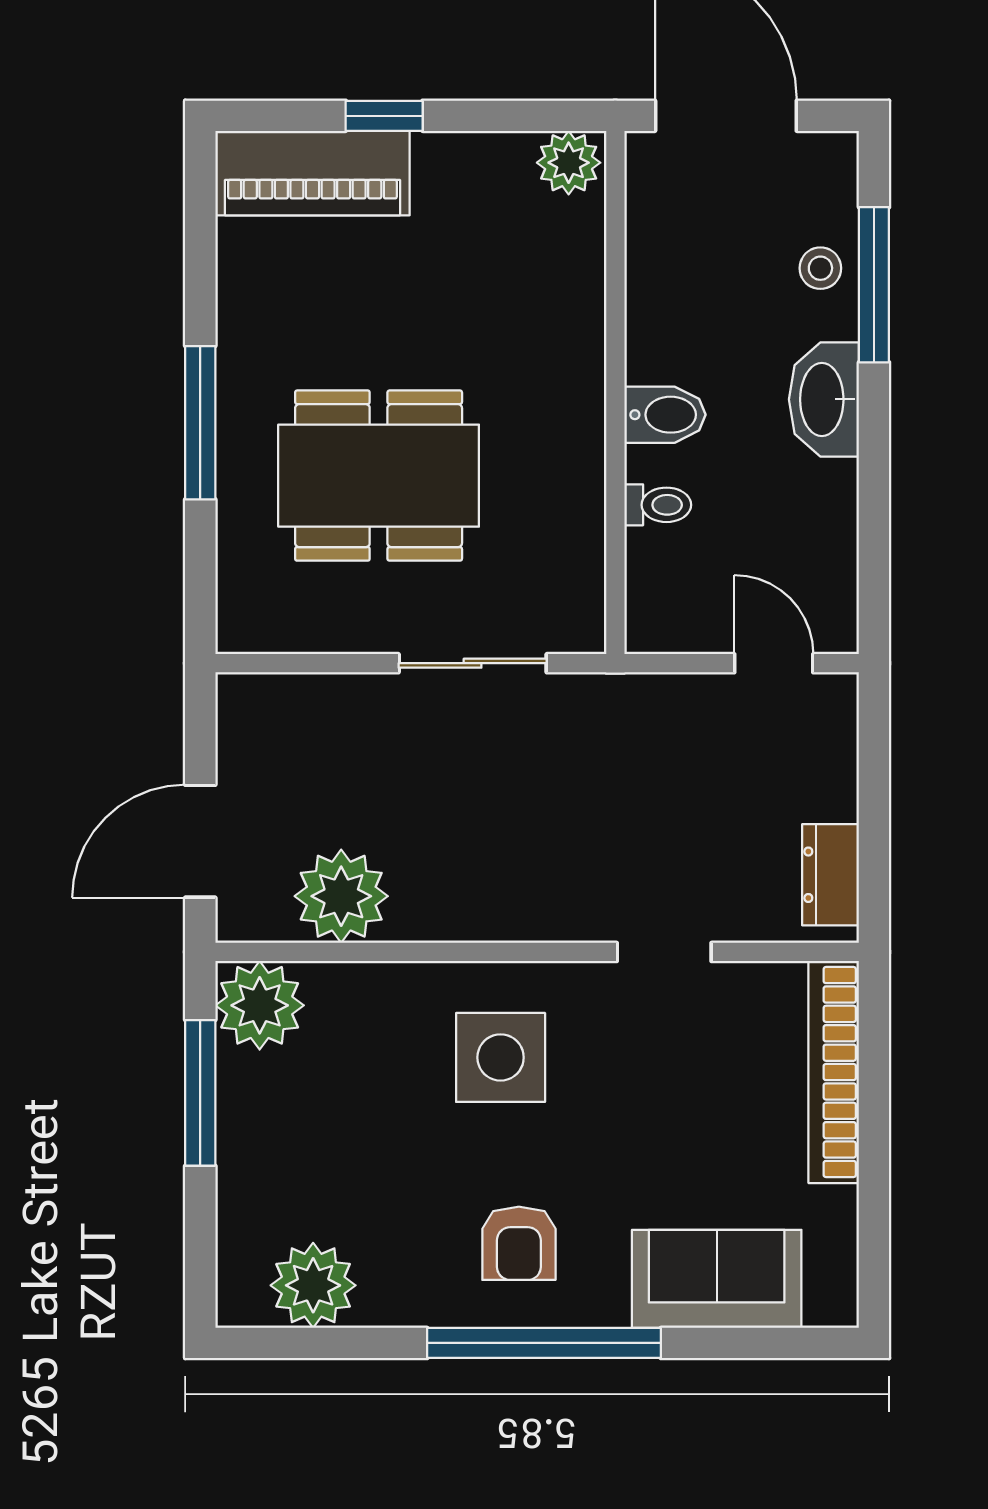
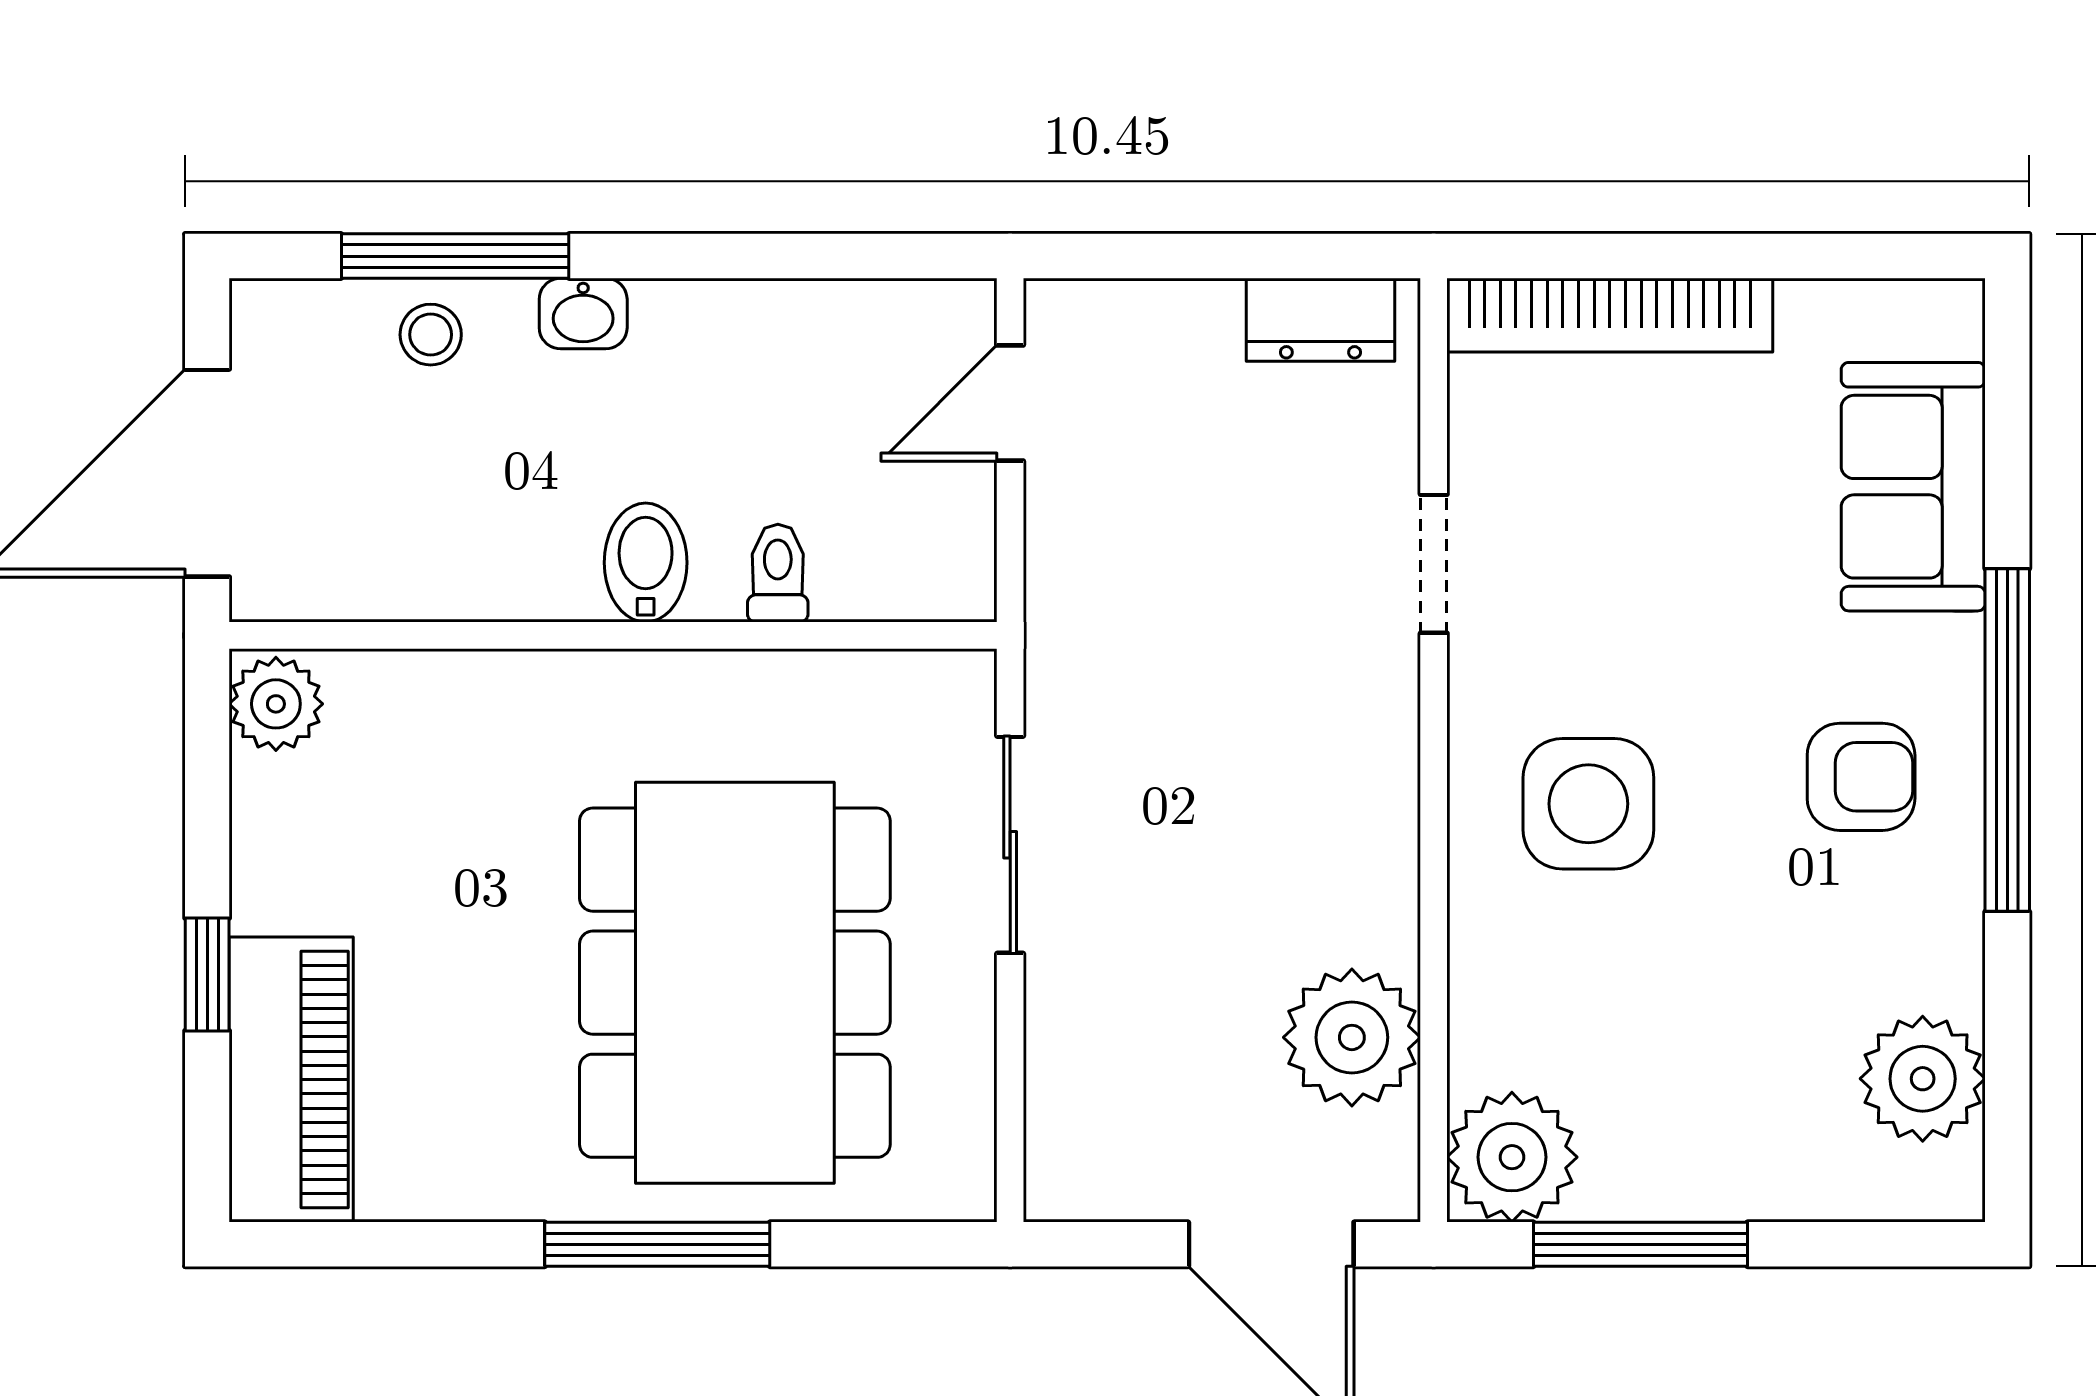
washbasin: (824, 399) -> (583, 314), width x0.52, depth x0.69
dining table: (379, 476) -> (735, 983), width x1.36, depth x1.24

